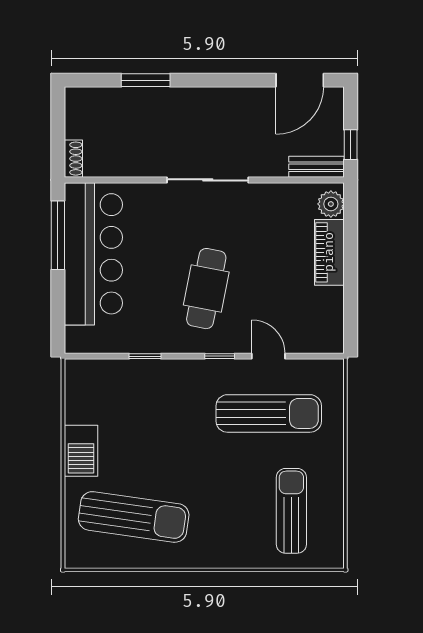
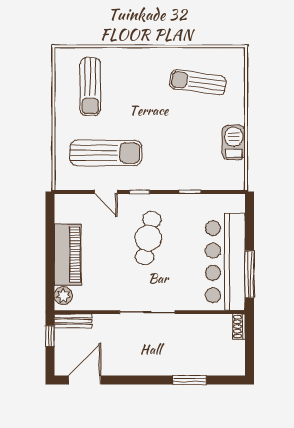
piano: (329, 252) -> (68, 254), width x1.37, depth x1.33
sun lounger: (269, 413) -> (106, 153), turned 180
barbecue: (81, 451) -> (234, 142), moved
sun lounger: (134, 517) -> (198, 82), width x0.73, depth x0.75

